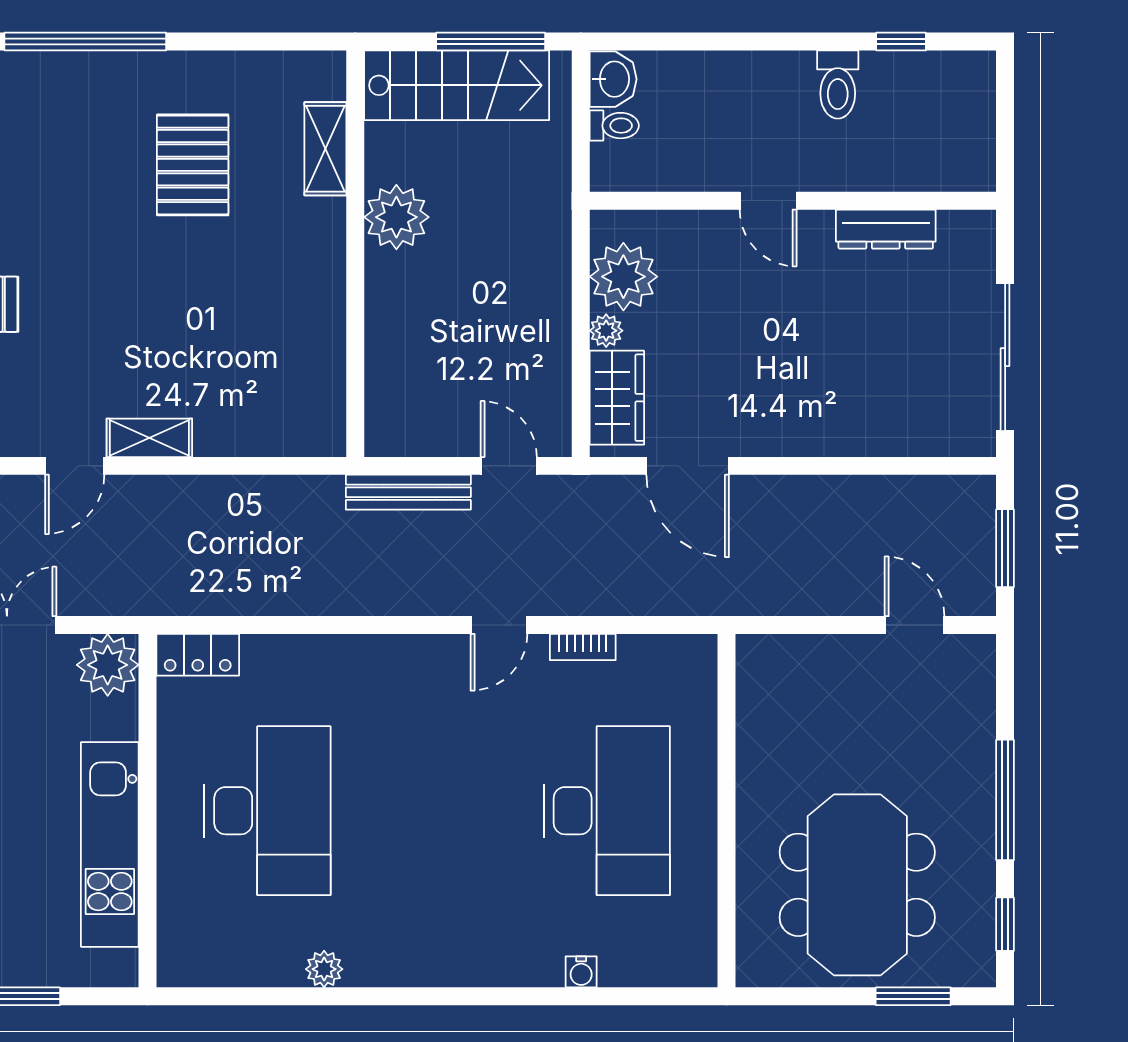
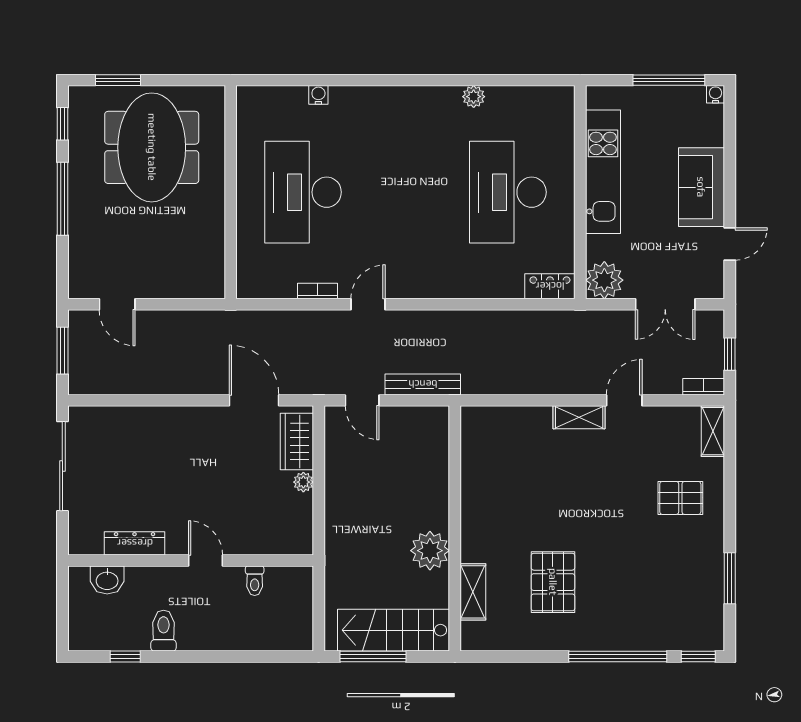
washbasin: (613, 79) -> (107, 580), moved, turned -90
toilet: (614, 126) -> (255, 581), moved, turned -90
plant: (623, 277) -> (293, 515), removed

